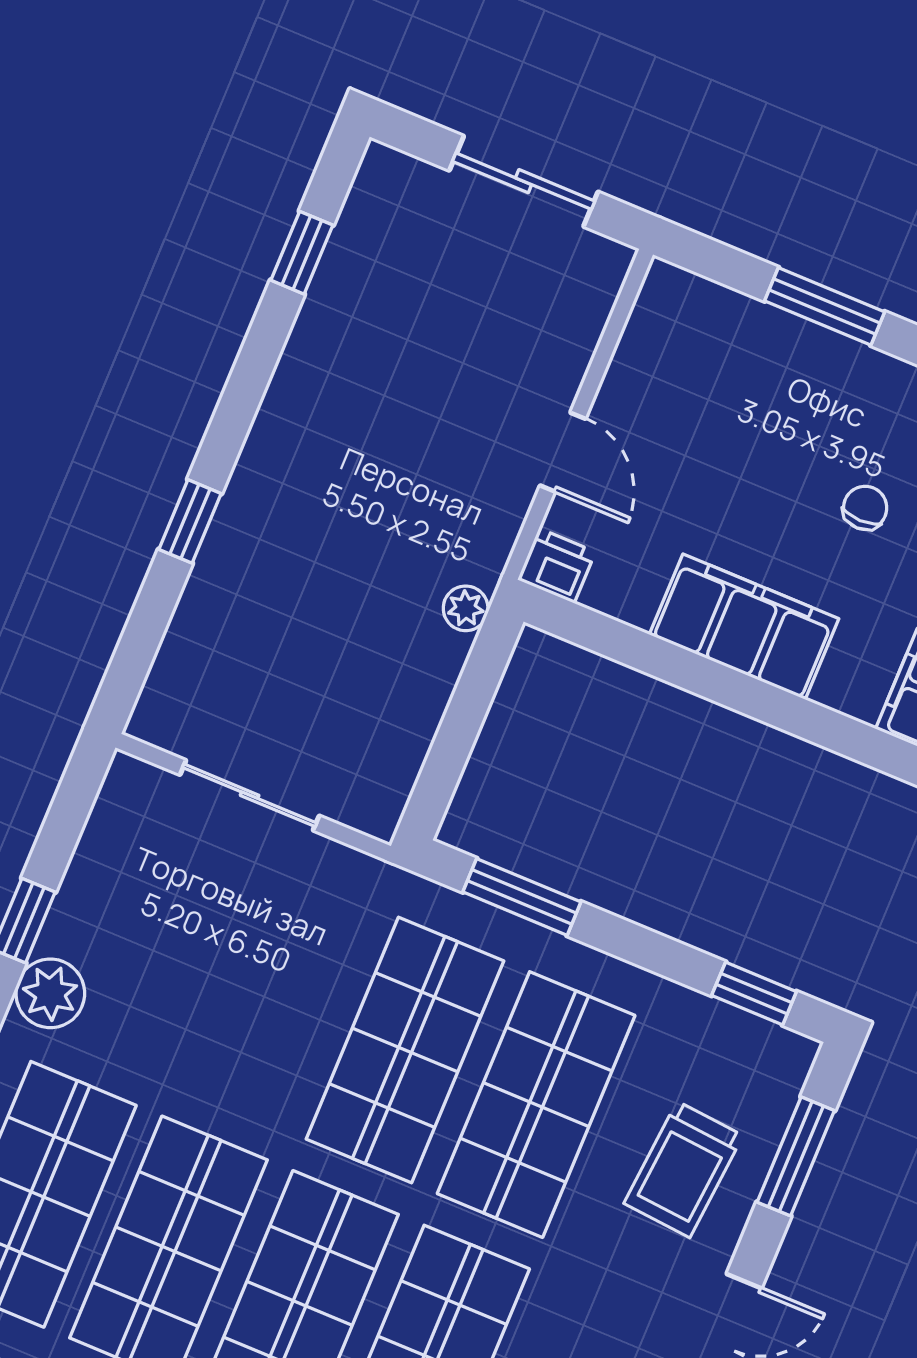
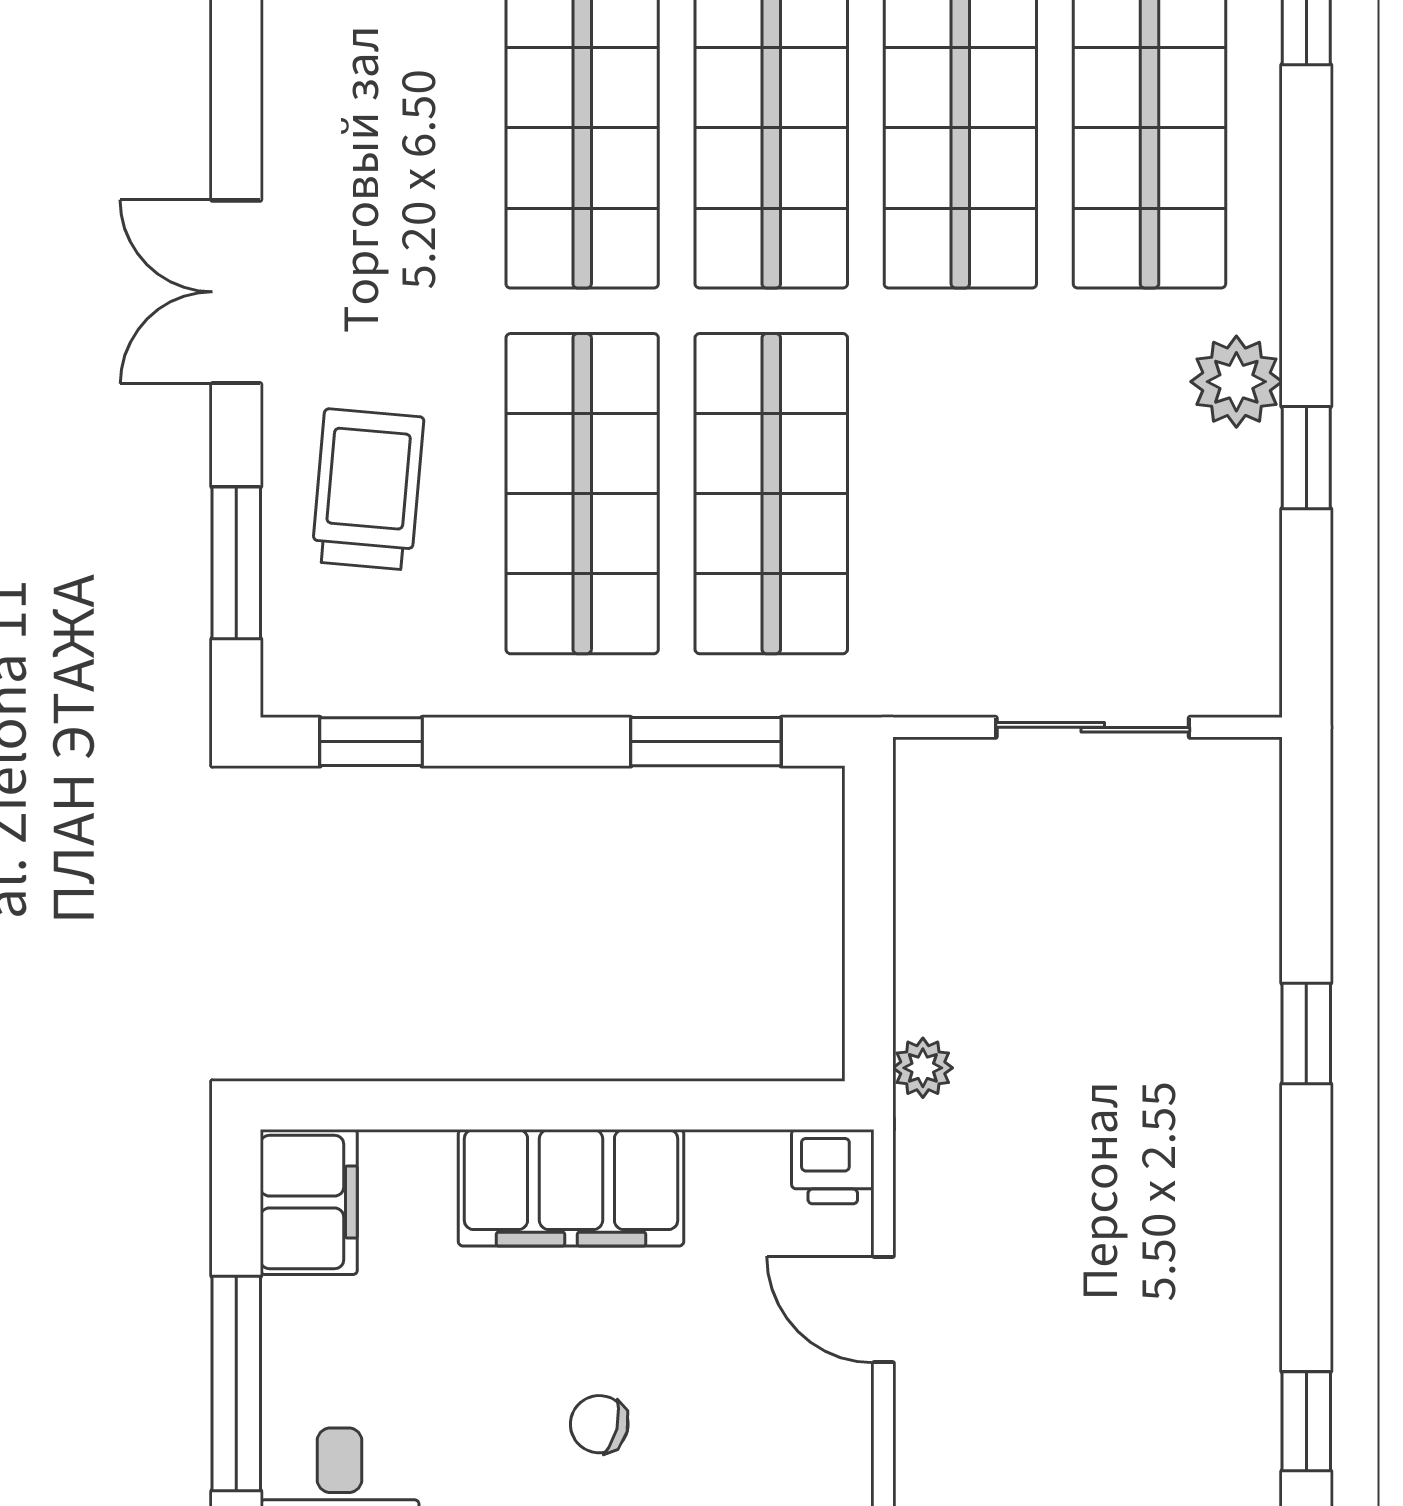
chair: (865, 508) -> (599, 1424), moved, turned 104

